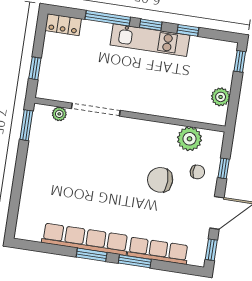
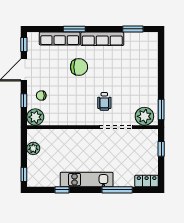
window: (151, 25) -> (88, 190), removed
plant: (59, 114) -> (144, 116), width x1.88, depth x1.88
plant: (190, 139) -> (35, 117), moved
wheelchair: (107, 150) -> (104, 101), added
chair: (160, 180) -> (79, 67), moved
row of seats: (85, 239) -> (102, 39), width x0.73
window: (92, 255) -> (133, 29), moved

